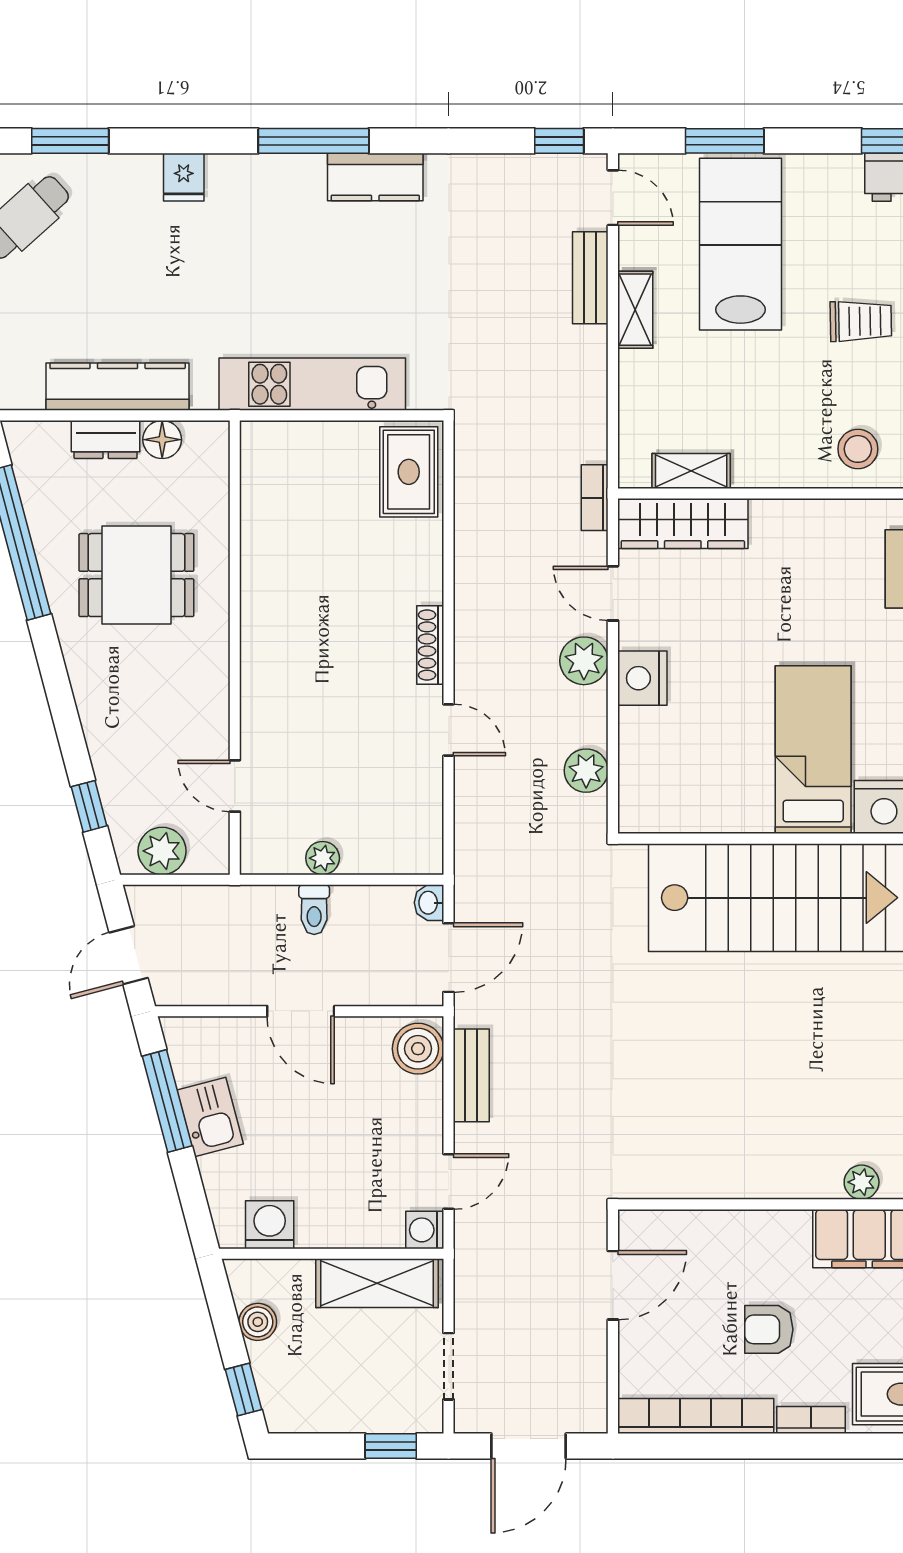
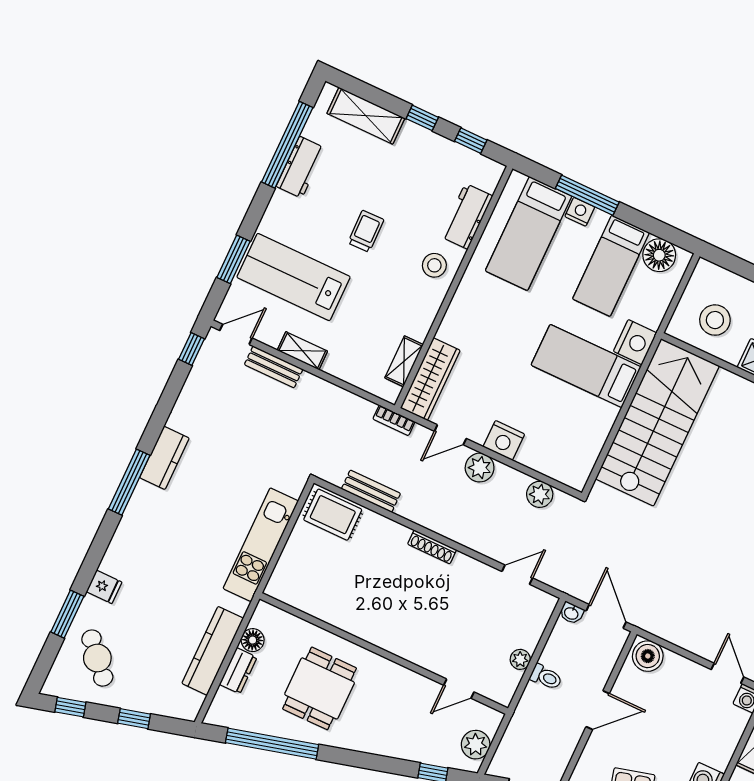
fridge: (184, 177) -> (104, 587), moved
door: (449, 730) -> (517, 575), moved
bench: (471, 1075) -> (371, 491), moved

